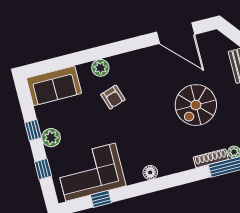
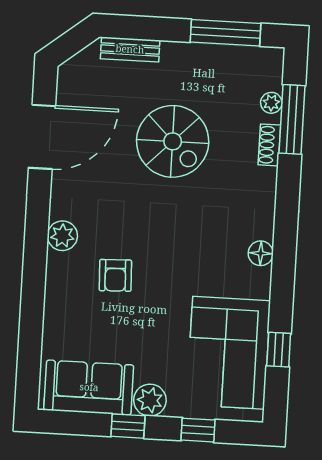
plant: (100, 68) -> (62, 236), moved
sofa: (54, 86) -> (89, 387), moved, turned -90
armchair: (113, 97) -> (115, 275), turned 106
shoe rack: (211, 158) -> (269, 145), width x0.70

